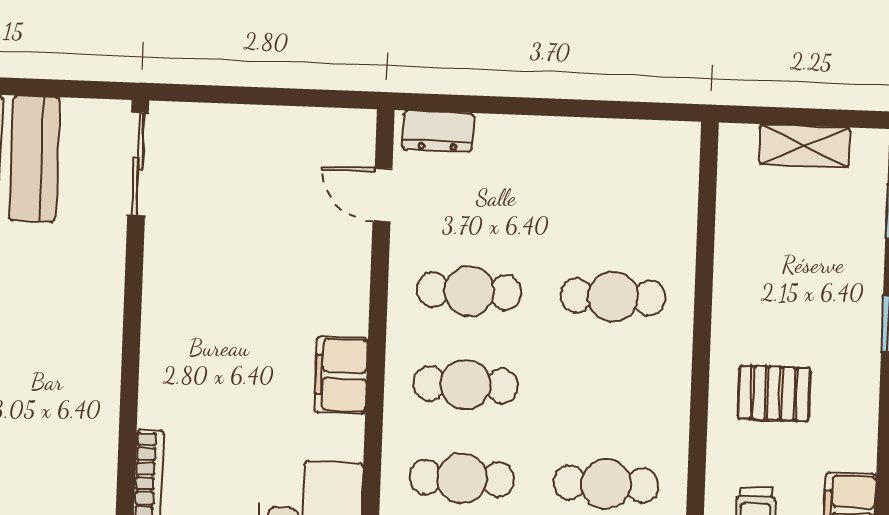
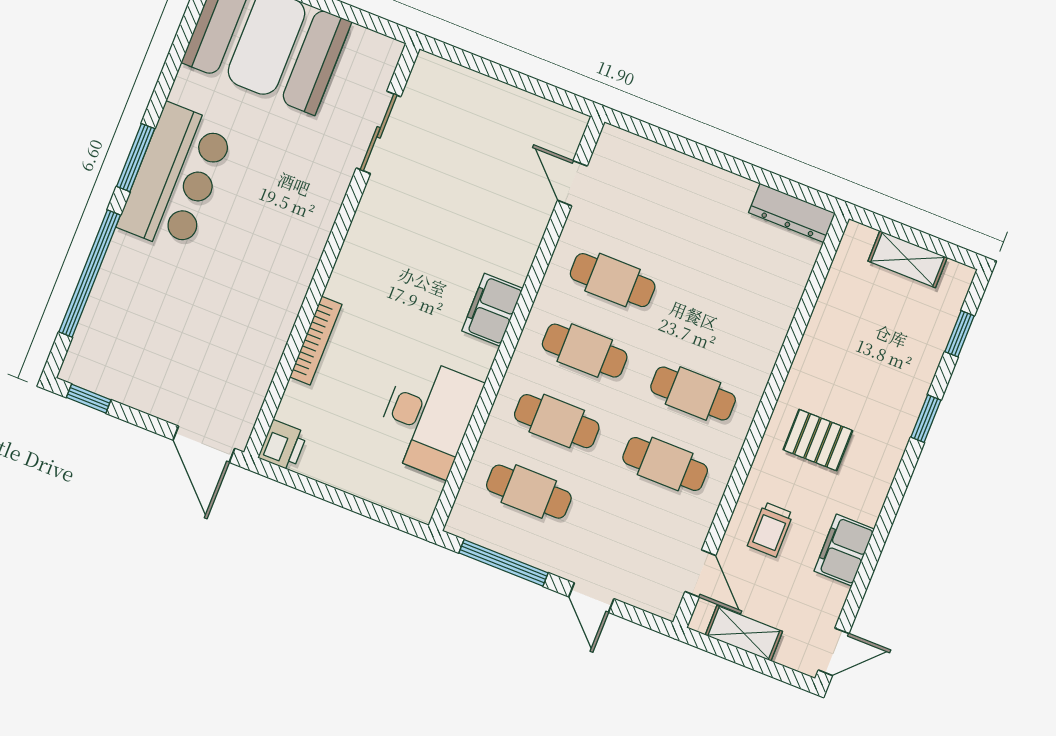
dresser: (438, 131) -> (792, 213), moved, width x1.44
sliding door: (138, 164) -> (379, 132), moved
cafe table: (613, 297) -> (693, 393), moved

